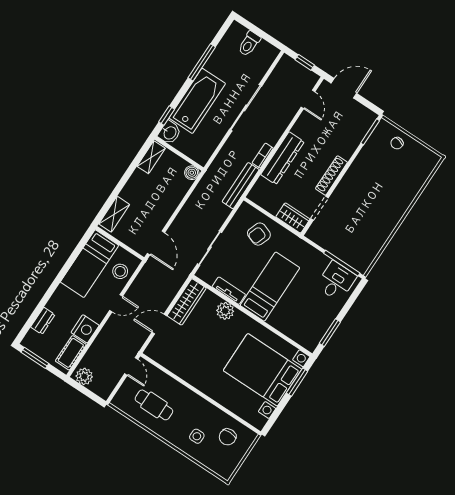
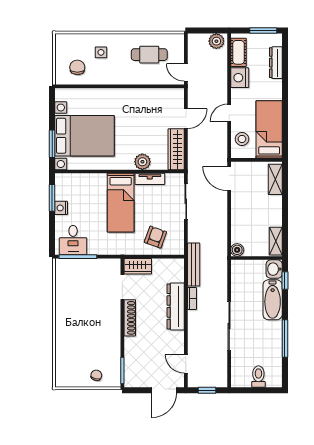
bathtub: (197, 101) -> (273, 300), width x0.73, depth x0.73
nightstand: (328, 318) -> (61, 208), added
dresser: (43, 321) -> (276, 63), width x1.44

